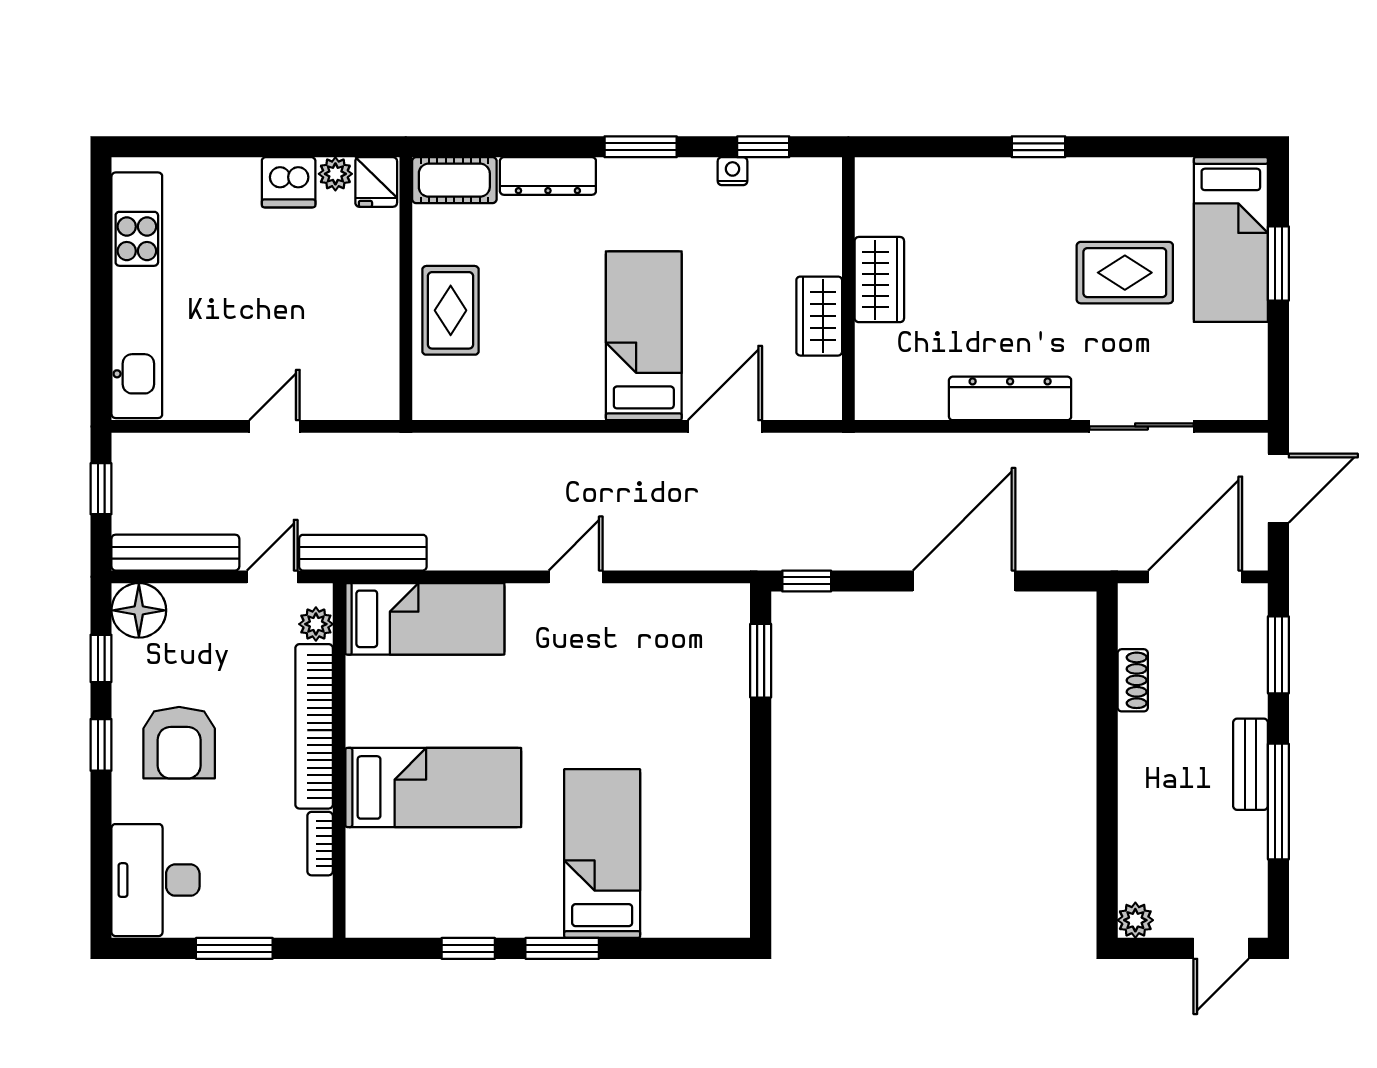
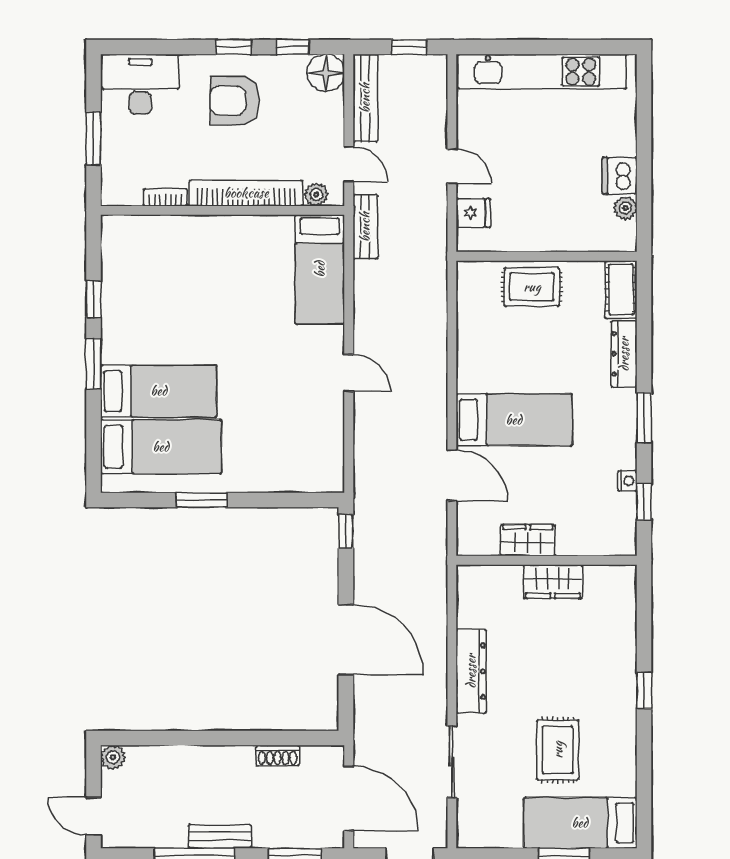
fridge: (376, 182) -> (473, 213), moved, turned 180
bench: (363, 553) -> (365, 227), width x0.73
window: (761, 661) -> (202, 500), moved
bed: (433, 787) -> (161, 447), moved, turned -90

